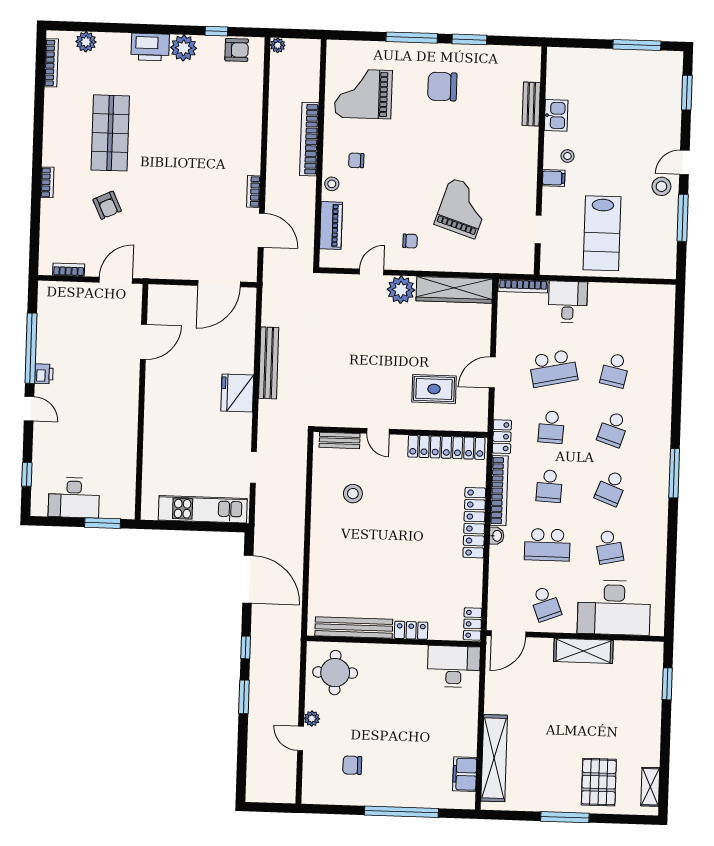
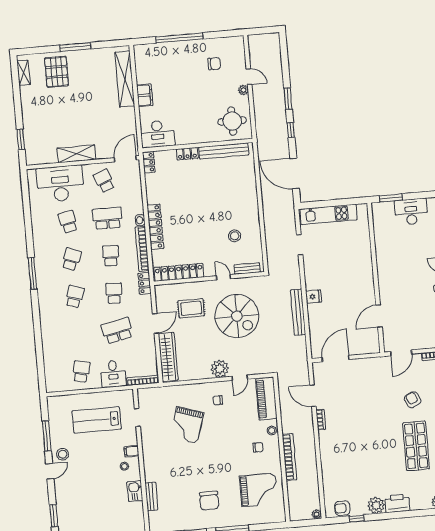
chair: (442, 87) -> (209, 501), turned 90
piano: (331, 225) -> (266, 399), width x1.37, depth x1.33
lab bench: (602, 233) -> (97, 420), turned -90
wardrobe: (454, 290) -> (168, 357), moved, turned 90
spiral stairs: (364, 368) -> (237, 316), added
school desk: (615, 370) -> (81, 372), moved
fridge: (237, 393) -> (314, 297), width x0.53, depth x0.75
filing cabinet: (465, 774) -> (145, 95), moved

